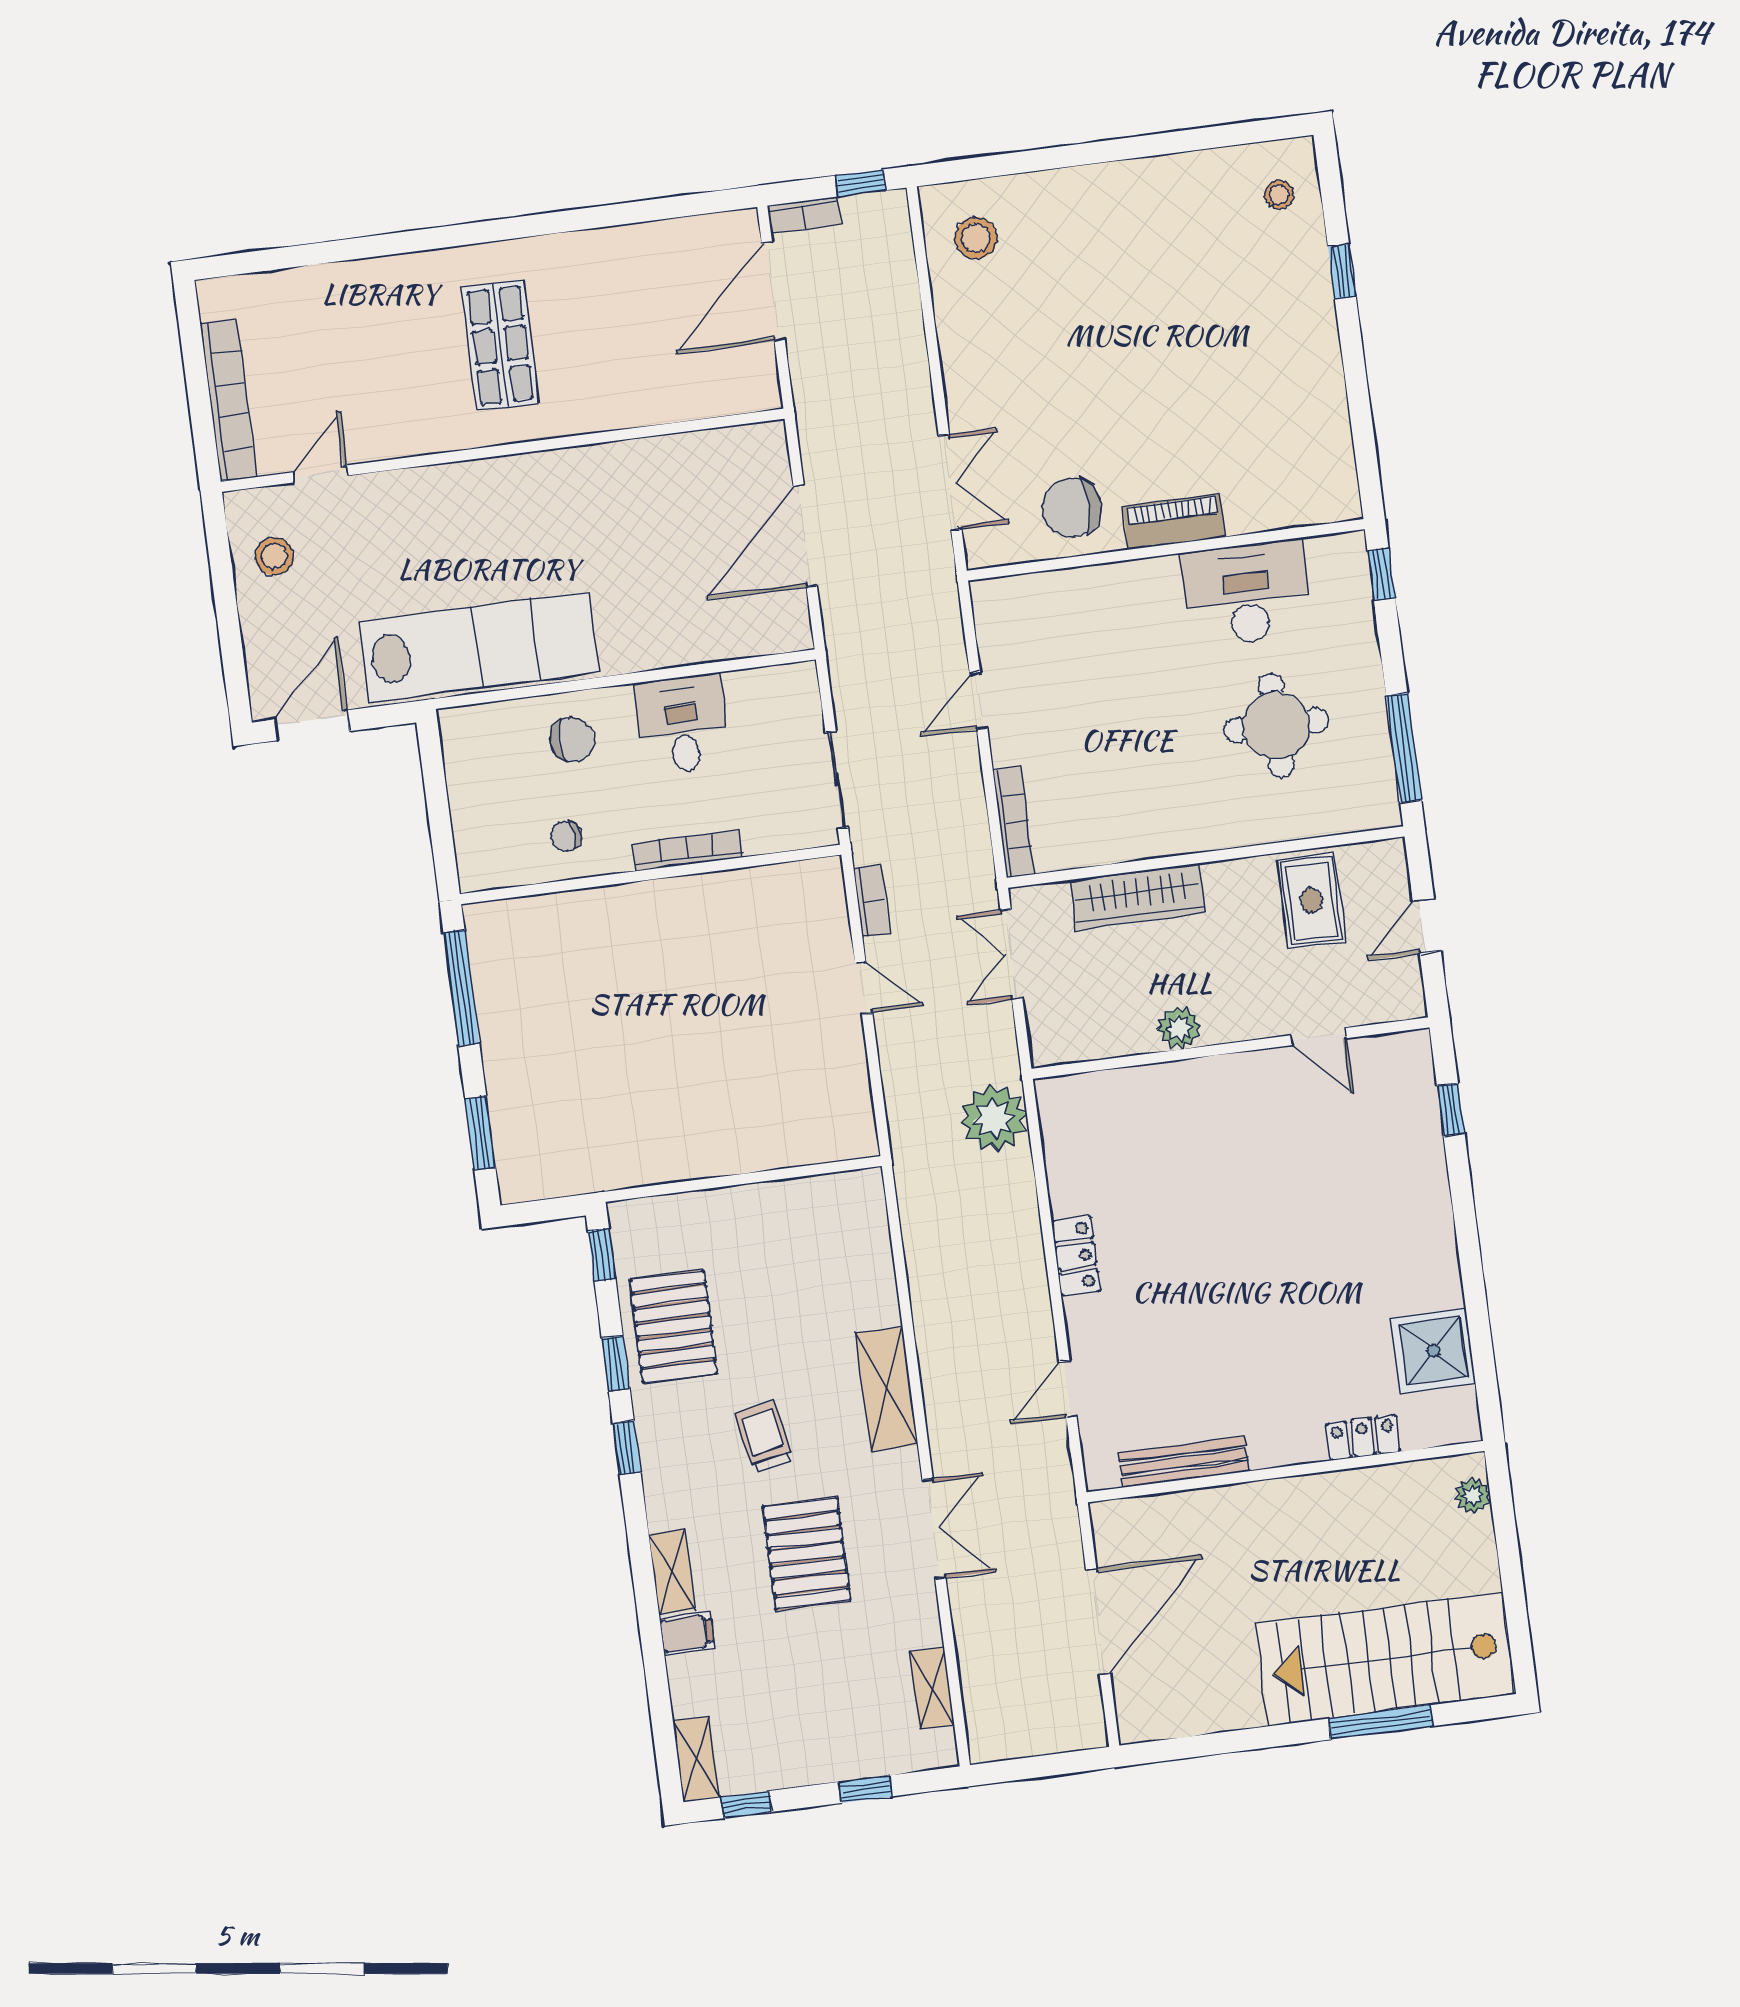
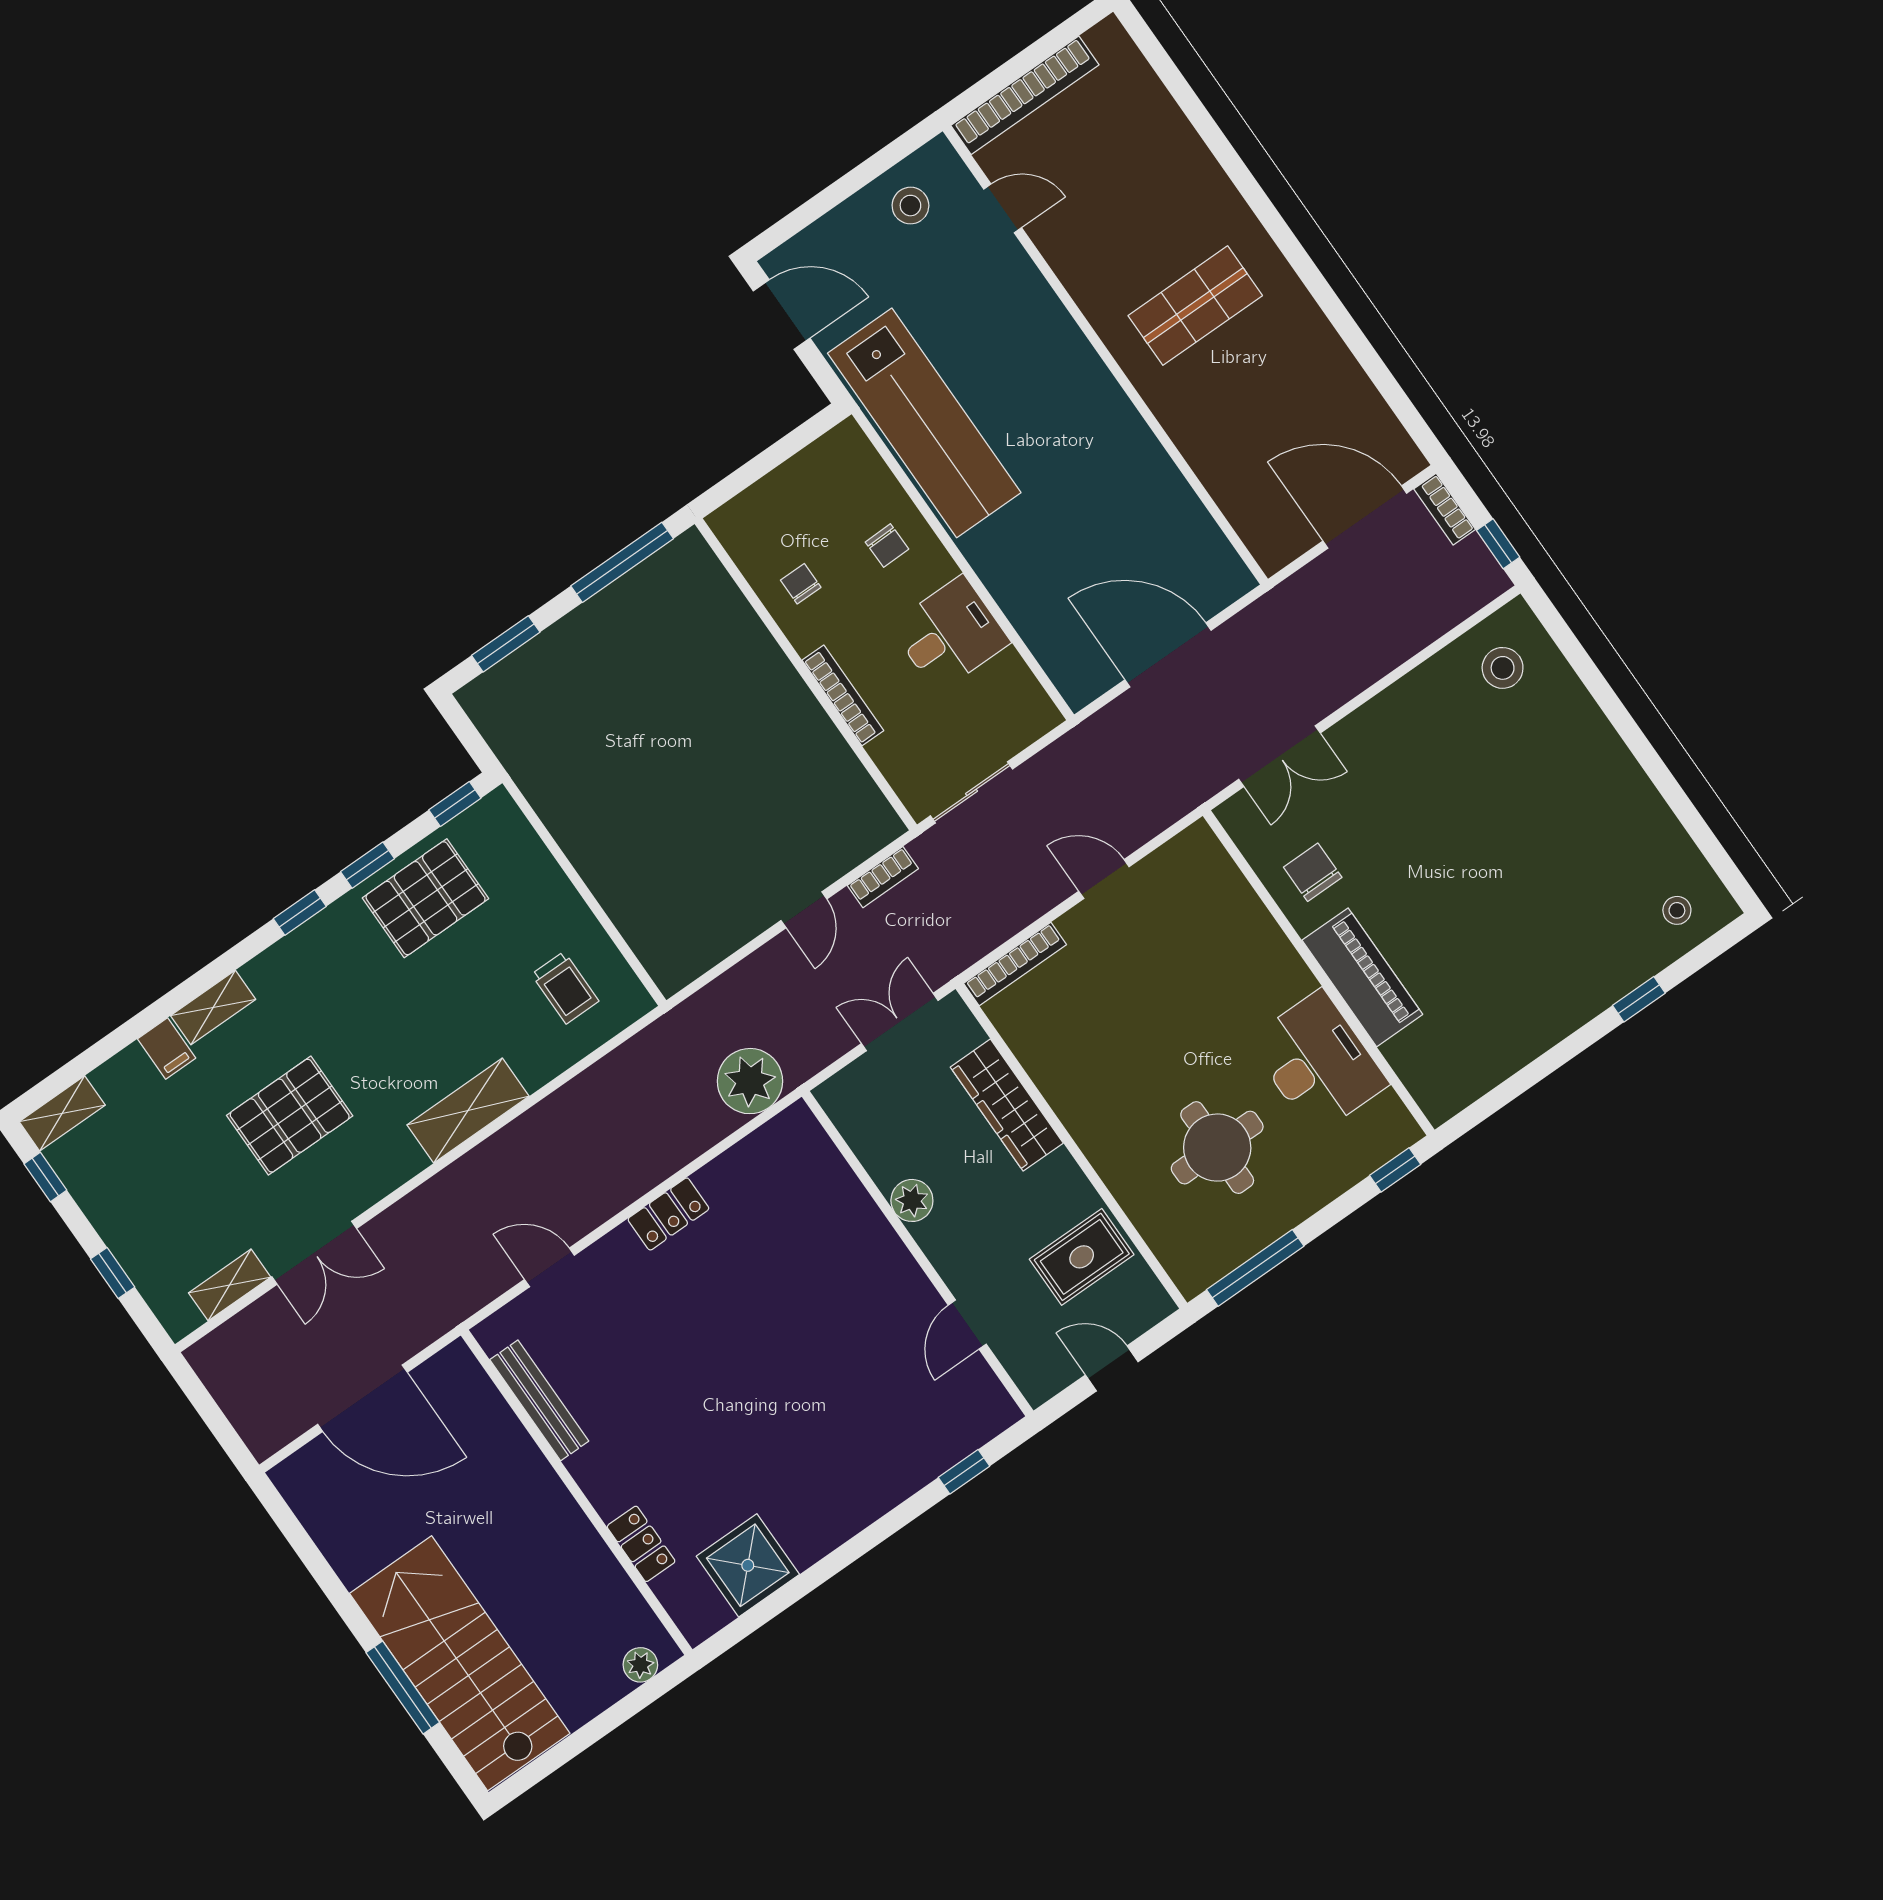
chair: (1071, 508) -> (1313, 872), width x0.73, depth x0.73
piano: (1174, 522) -> (1362, 977), width x1.37, depth x1.33
chair: (572, 739) -> (887, 546), width x0.73, depth x0.73
trolley: (764, 1437) -> (565, 988), moved, turned 101
double door: (934, 1529) -> (314, 1253), moved

